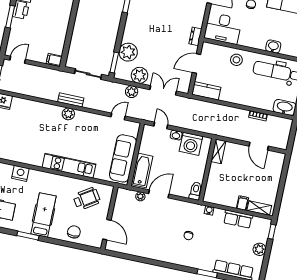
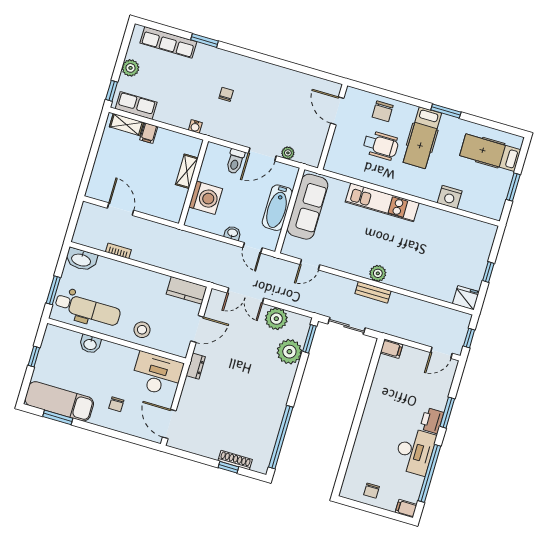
plant: (132, 92) -> (289, 297), removed
washing machine: (191, 144) -> (206, 198), moved, turned 90
shelving: (218, 151) -> (187, 171), moved
bathtub: (142, 170) -> (277, 208), moved
toilet: (196, 191) -> (235, 161), moved
wheelchair: (87, 199) -> (381, 145), moved, turned -147
row of seats: (238, 219) -> (136, 106), moved

